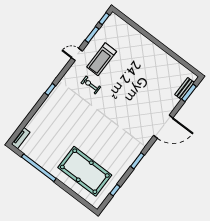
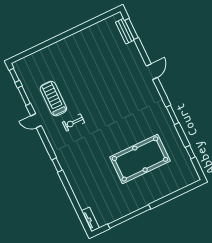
door: (77, 54) -> (36, 121), hinge flipped
treadmill: (102, 59) -> (53, 99), turned 180
door: (163, 127) -> (152, 72), width x0.53
pool table: (85, 171) -> (140, 159), moved

